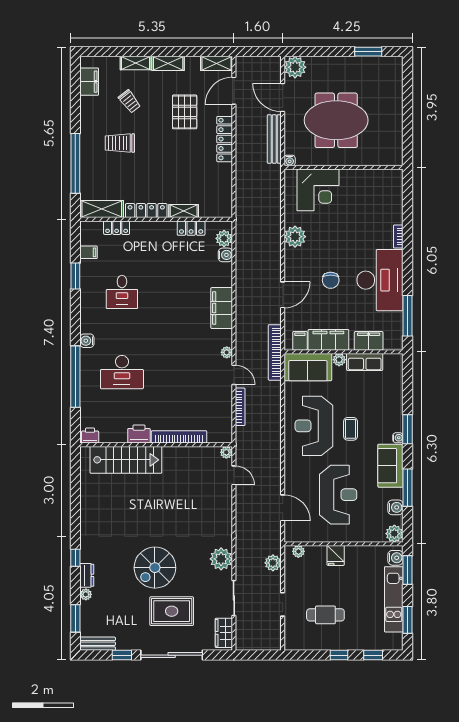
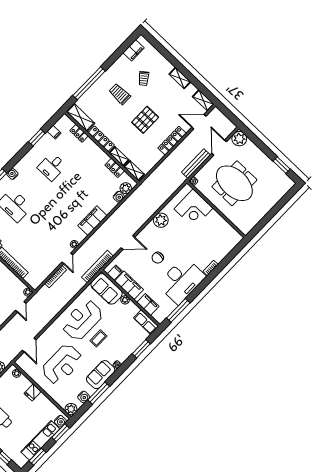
shelving: (136, 63) -> (134, 171), moved
pallet: (185, 112) -> (145, 120), moved
row of seats: (365, 362) -> (146, 322), moved
window: (408, 429) -> (141, 349), moved

